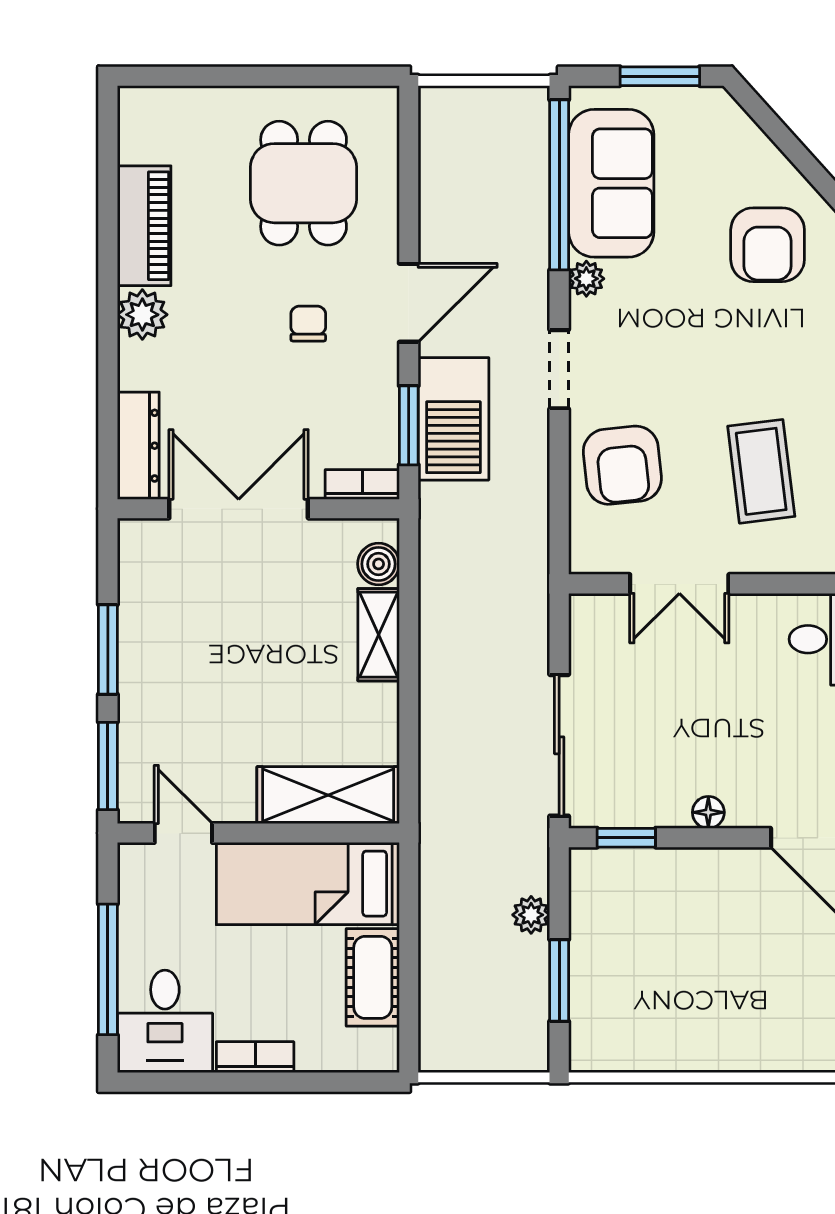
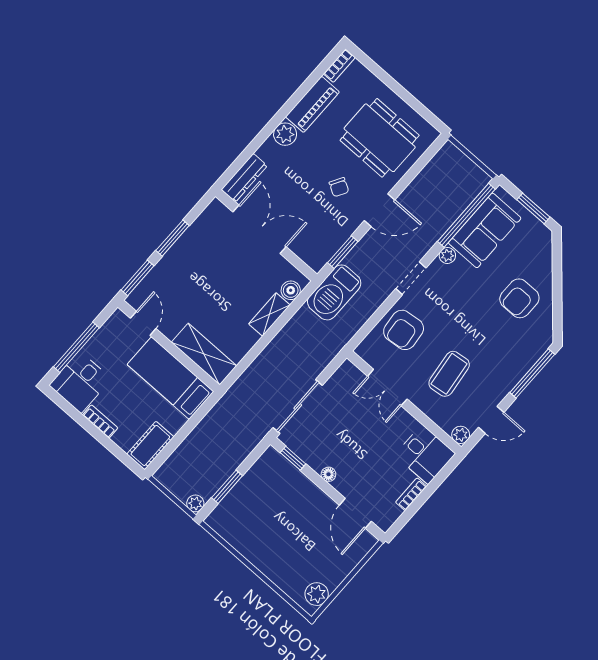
dining table: (304, 183) -> (380, 138), width x1.37
chair: (308, 324) -> (339, 187), turned 120
barbecue: (453, 419) -> (334, 292), moved
bookcase: (362, 484) -> (339, 66), moved, turned 90
plant: (531, 915) -> (195, 503), moved
cot: (373, 977) -> (150, 445), moved

